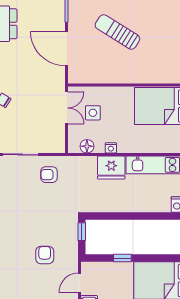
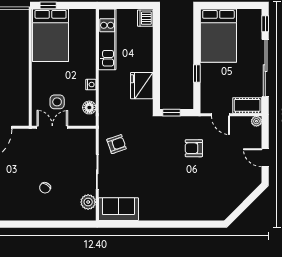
fridge: (111, 168) -> (142, 86), moved, turned 180
armchair: (49, 175) -> (117, 144), turned -109

